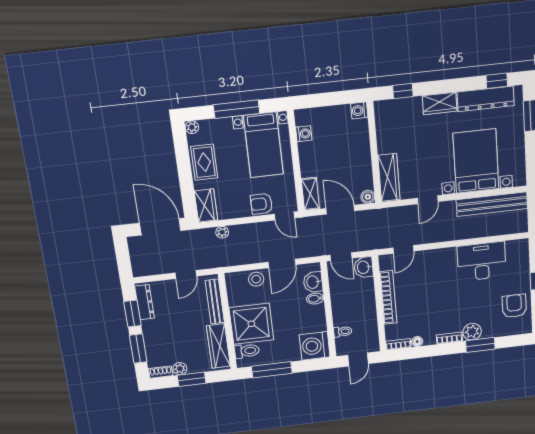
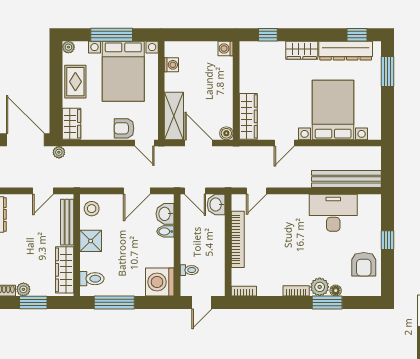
bed with nightstands: (263, 145) -> (123, 71), width x1.36
shelving: (310, 194) -> (174, 116), width x1.50, depth x1.33
bench: (492, 204) -> (346, 179), moved
plant: (222, 232) -> (59, 152), moved
stool: (256, 279) -> (92, 209), moved
armchair: (514, 306) -> (364, 264), turned 180
shower: (251, 324) -> (91, 241), width x0.54, depth x0.54
floor lamp: (417, 342) -> (336, 291), moved

